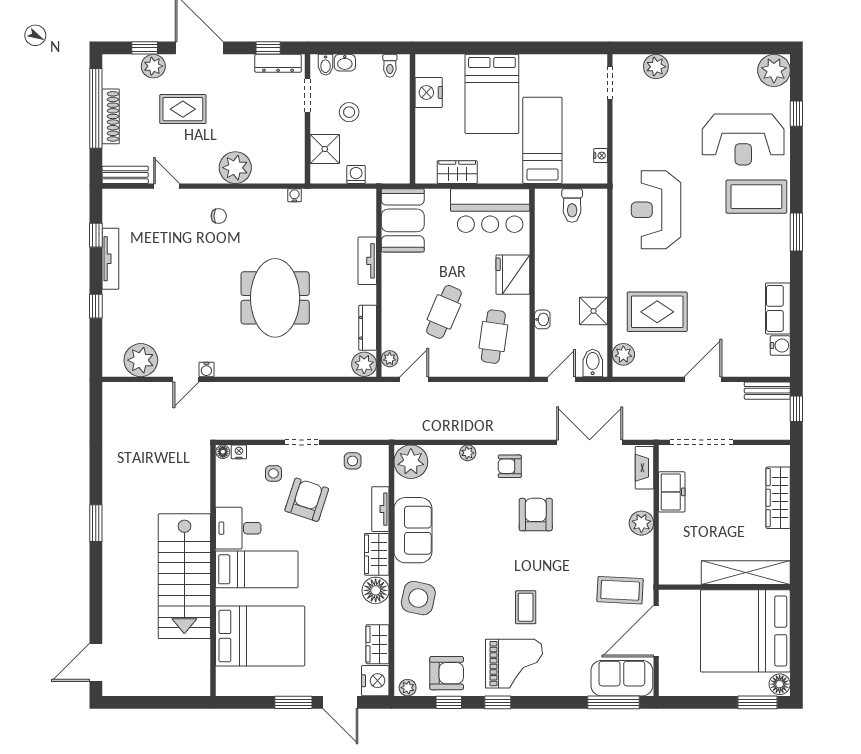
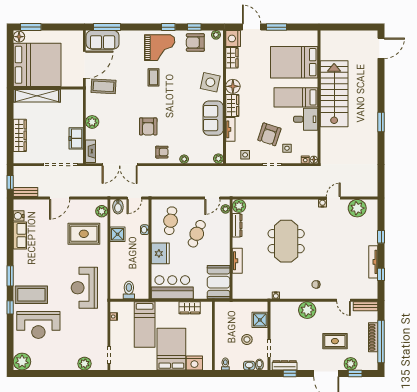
nightstand: (429, 92) -> (194, 363), moved, turned 90
window: (796, 114) -> (10, 307), moved
reception desk: (743, 139) -> (38, 325), turned 180
washing machine: (356, 175) -> (243, 306), removed
reception desk: (656, 210) -> (84, 288), turned 180
plant: (411, 462) -> (218, 159), width x0.53, depth x0.53
grand piano: (514, 664) -> (160, 48), turned 180

